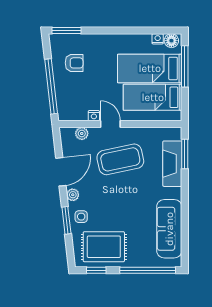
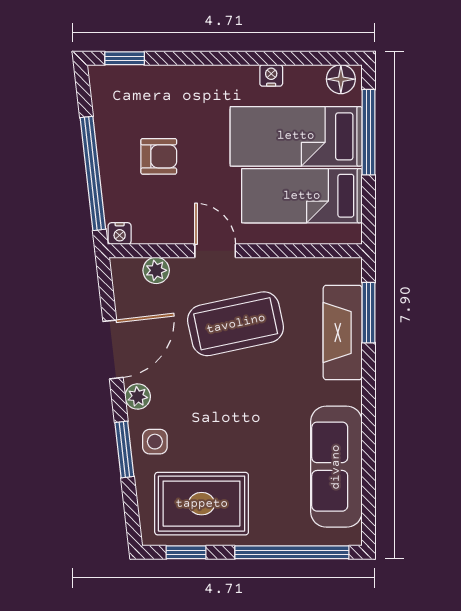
window: (66, 31) -> (125, 58), width x0.67
nightstand: (158, 39) -> (271, 75), moved
armchair: (74, 63) -> (159, 156), moved
nightstand: (94, 116) -> (120, 234), moved

